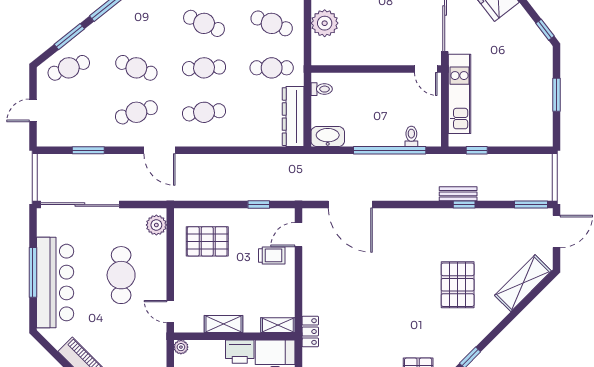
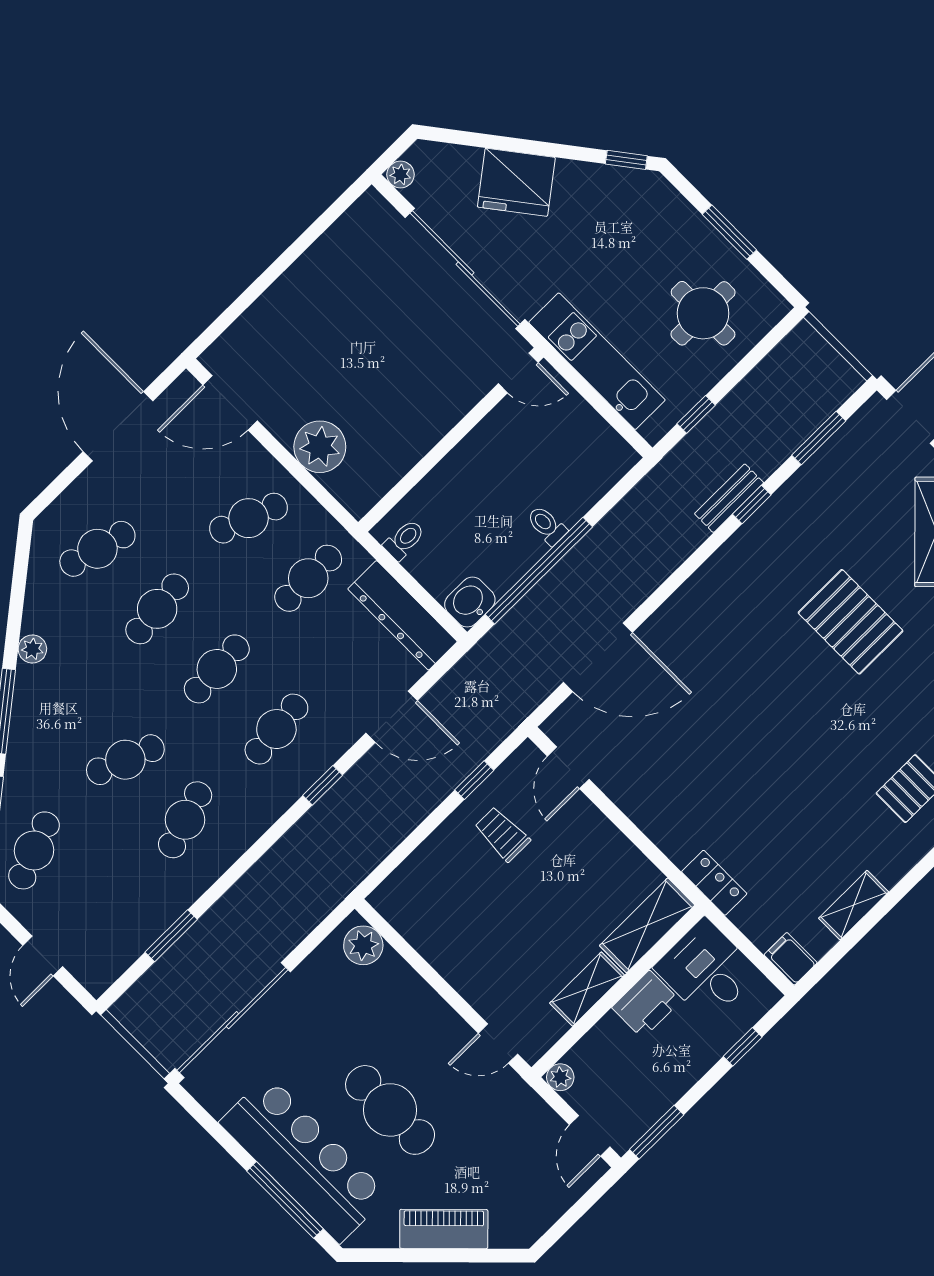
cafe table: (204, 23) -> (157, 609), turned -30
round table: (517, 115) -> (703, 313), added
toilet: (411, 136) -> (547, 525), moved
washbasin: (328, 137) -> (470, 602), width x0.72
door: (159, 150) -> (392, 717), moved
window: (200, 150) -> (323, 785), added
window: (390, 150) -> (539, 571), moved
window: (531, 205) -> (819, 438), moved
pallet: (207, 241) -> (454, 899), removed
trolley: (272, 255) -> (502, 834), moved, turned -90
window: (33, 272) -> (285, 1200), moved
cafe table: (121, 275) -> (390, 1110), moved
shelving: (278, 325) -> (647, 925), width x1.50, depth x1.33

